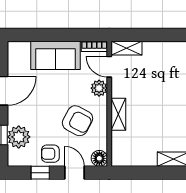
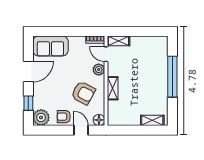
sofa: (55, 55) -> (50, 46), moved
plant: (19, 137) -> (41, 117), moved
window: (40, 173) -> (56, 130), removed

